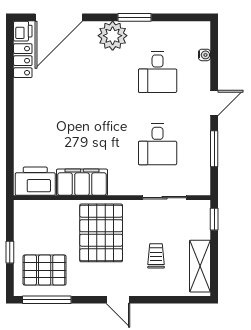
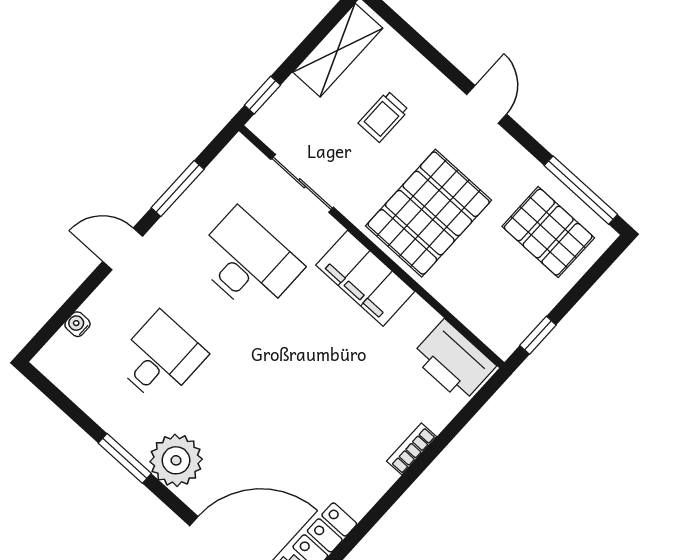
bookcase: (19, 129) -> (412, 449), added
desk: (158, 144) -> (247, 262), width x1.37
filing cabinet: (82, 182) -> (365, 278), moved
window: (10, 252) -> (538, 335), moved

